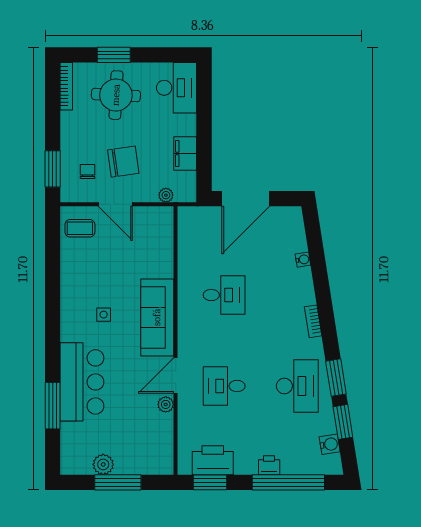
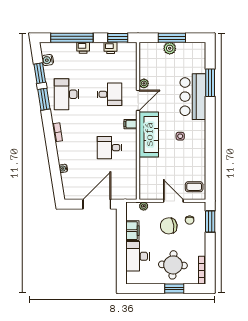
desk: (176, 88) -> (137, 256), moved
filing cabinet: (188, 335) -> (131, 124), added
printer: (213, 460) -> (111, 48), width x0.53, depth x0.68
plant: (103, 464) -> (170, 48), moved

